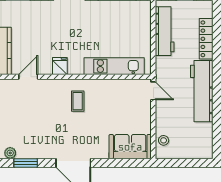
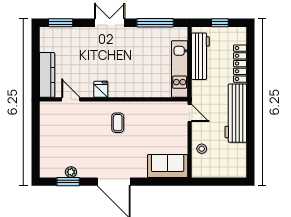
kitchen unit: (114, 66) -> (180, 69), moved, turned -90
door: (28, 77) -> (71, 99), hinge flipped
stool: (164, 140) -> (202, 149), moved
plant: (10, 153) -> (71, 172), moved

